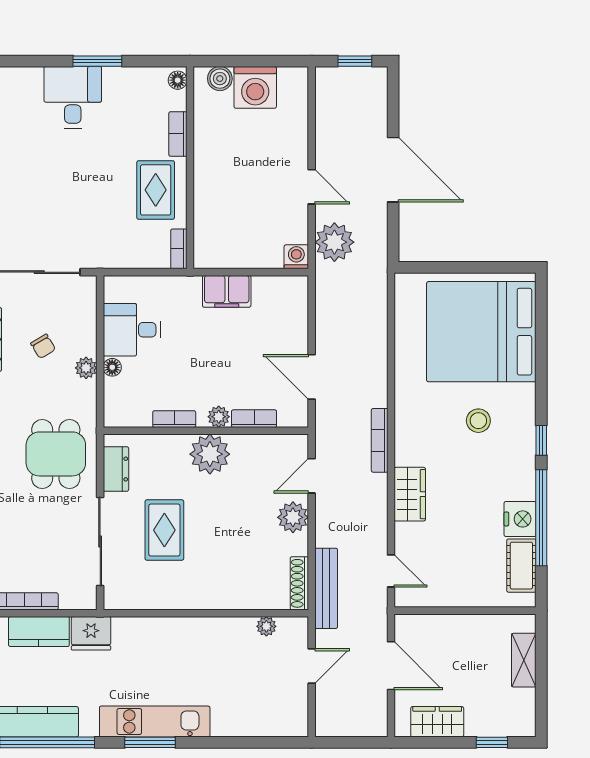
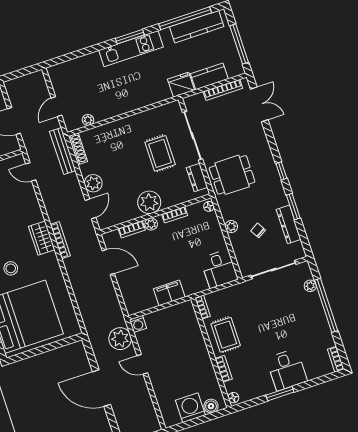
desk: (132, 330) -> (219, 269), moved, turned 90
floor lamp: (112, 367) -> (209, 206), moved
dining table: (56, 454) -> (232, 175), turned 90
wardrobe: (410, 494) -> (42, 238), moved

